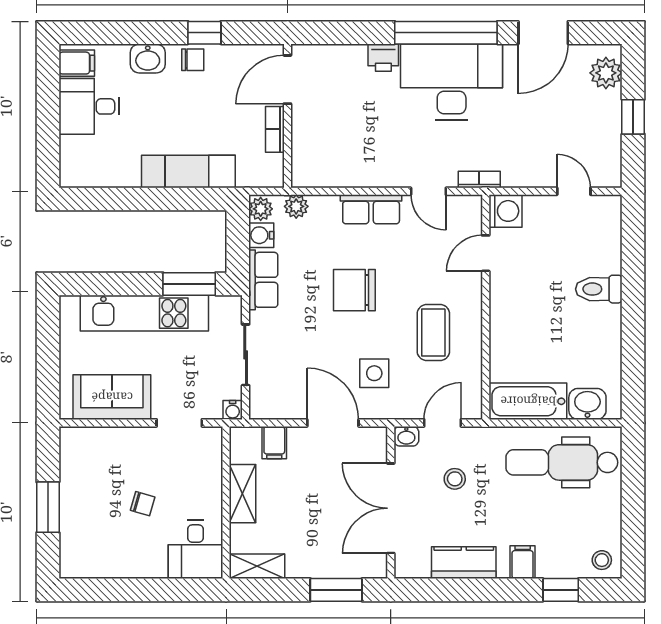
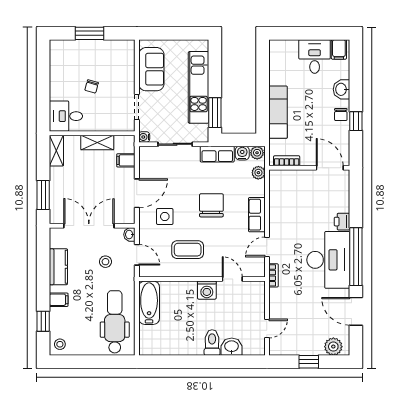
bookcase: (275, 129) -> (287, 161), moved
washing machine: (505, 211) -> (207, 290), moved
washbasin: (587, 404) -> (232, 347), moved, turned -90

